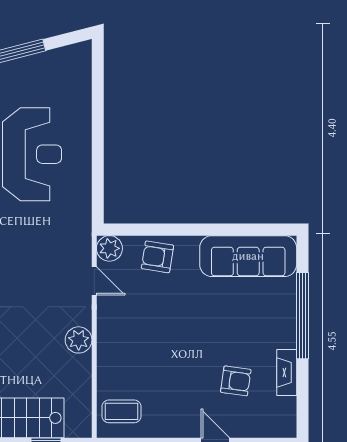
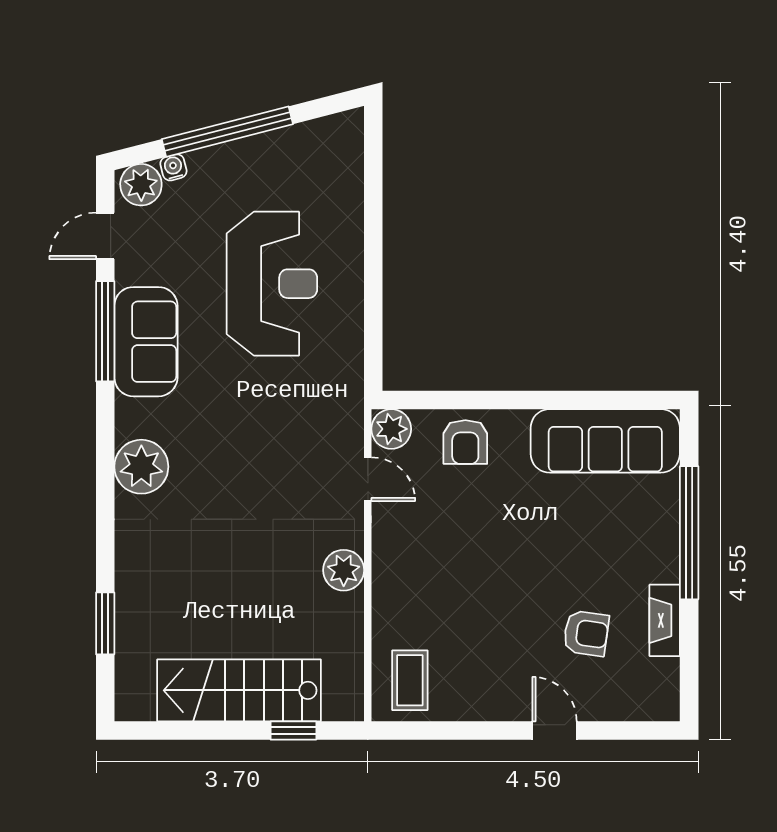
armchair: (157, 257) -> (465, 442), turned -99
coffee table: (121, 411) -> (410, 680), turned 90

